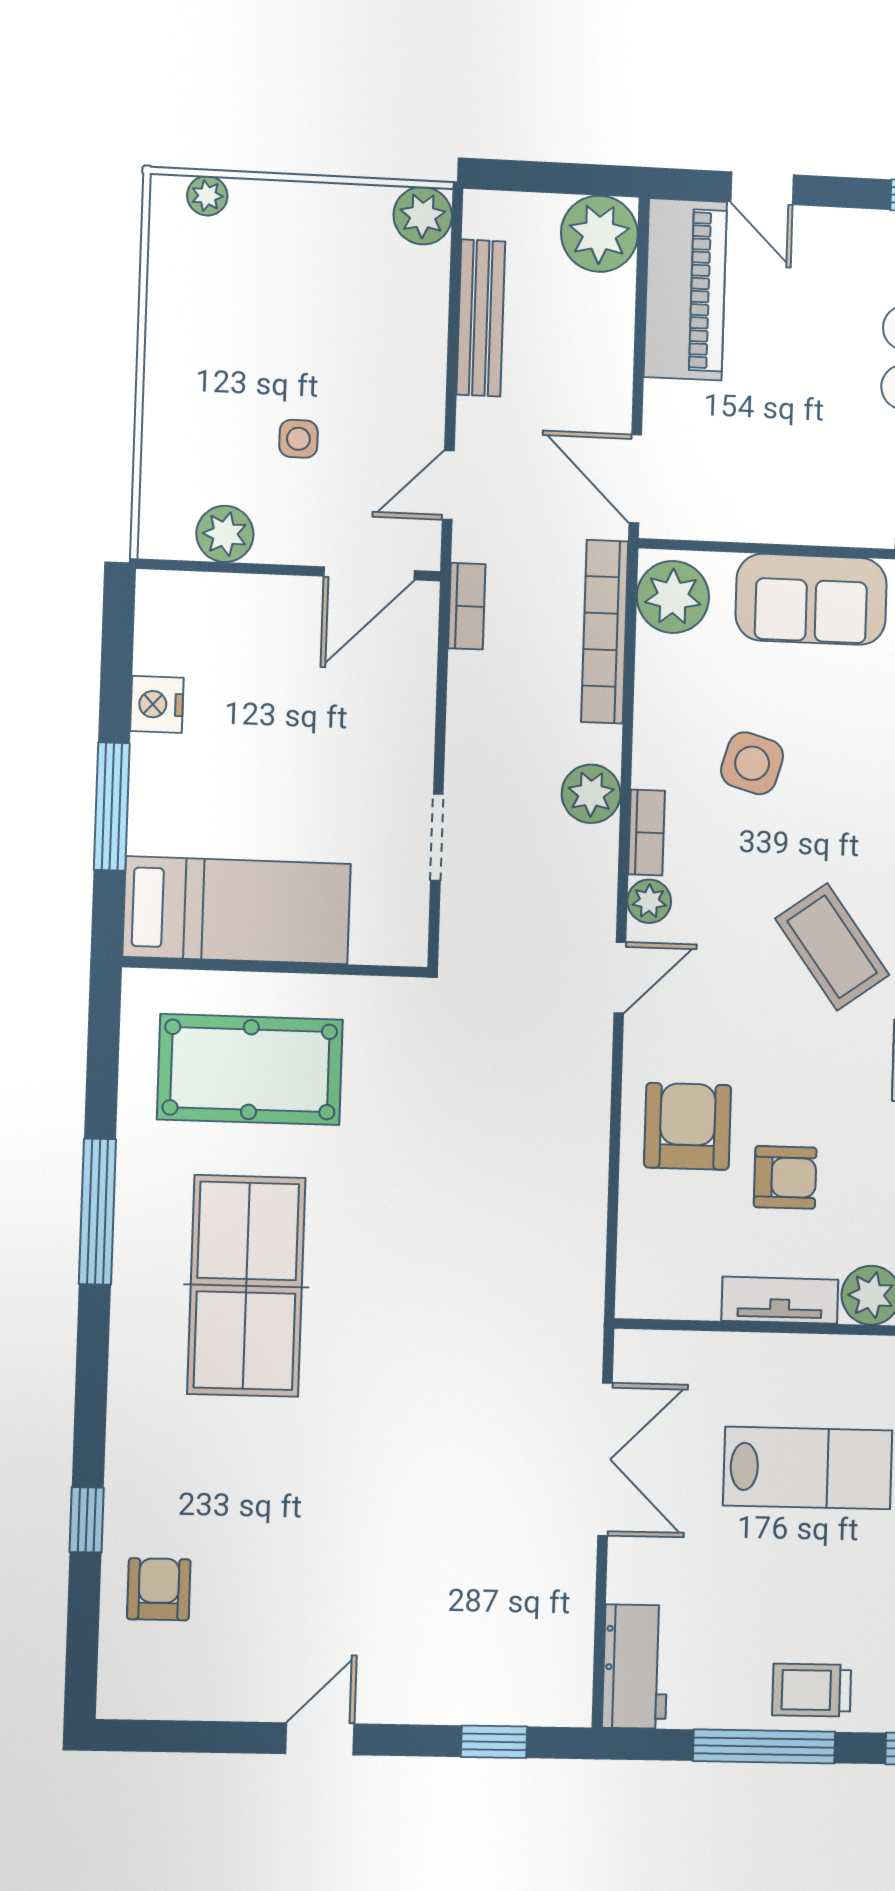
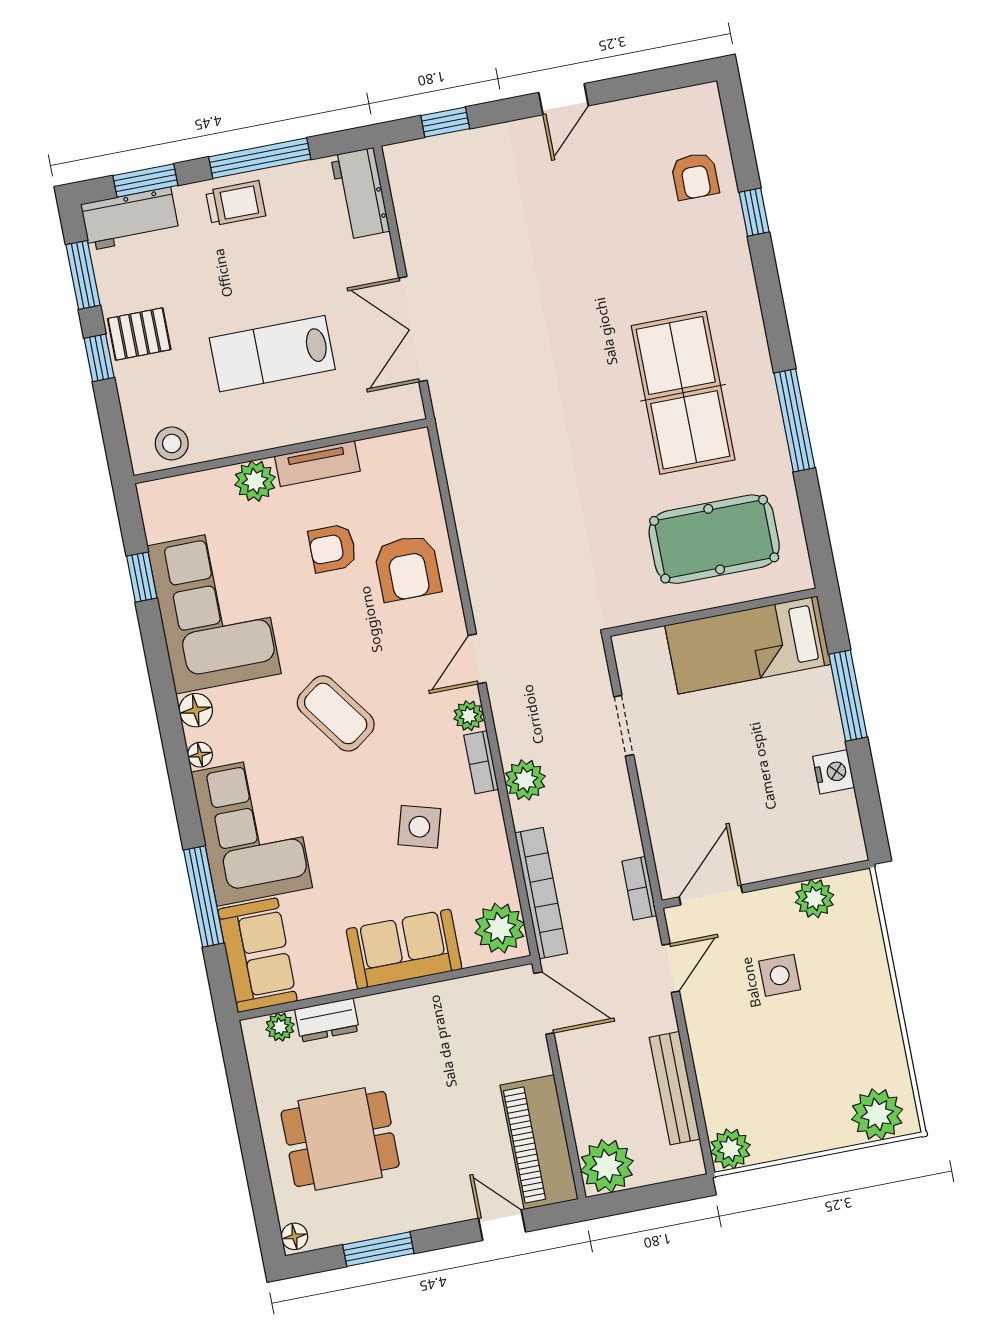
plant: (207, 196) -> (877, 1114), width x1.88, depth x1.88
side table: (298, 439) -> (780, 975), width x1.37, depth x1.37

